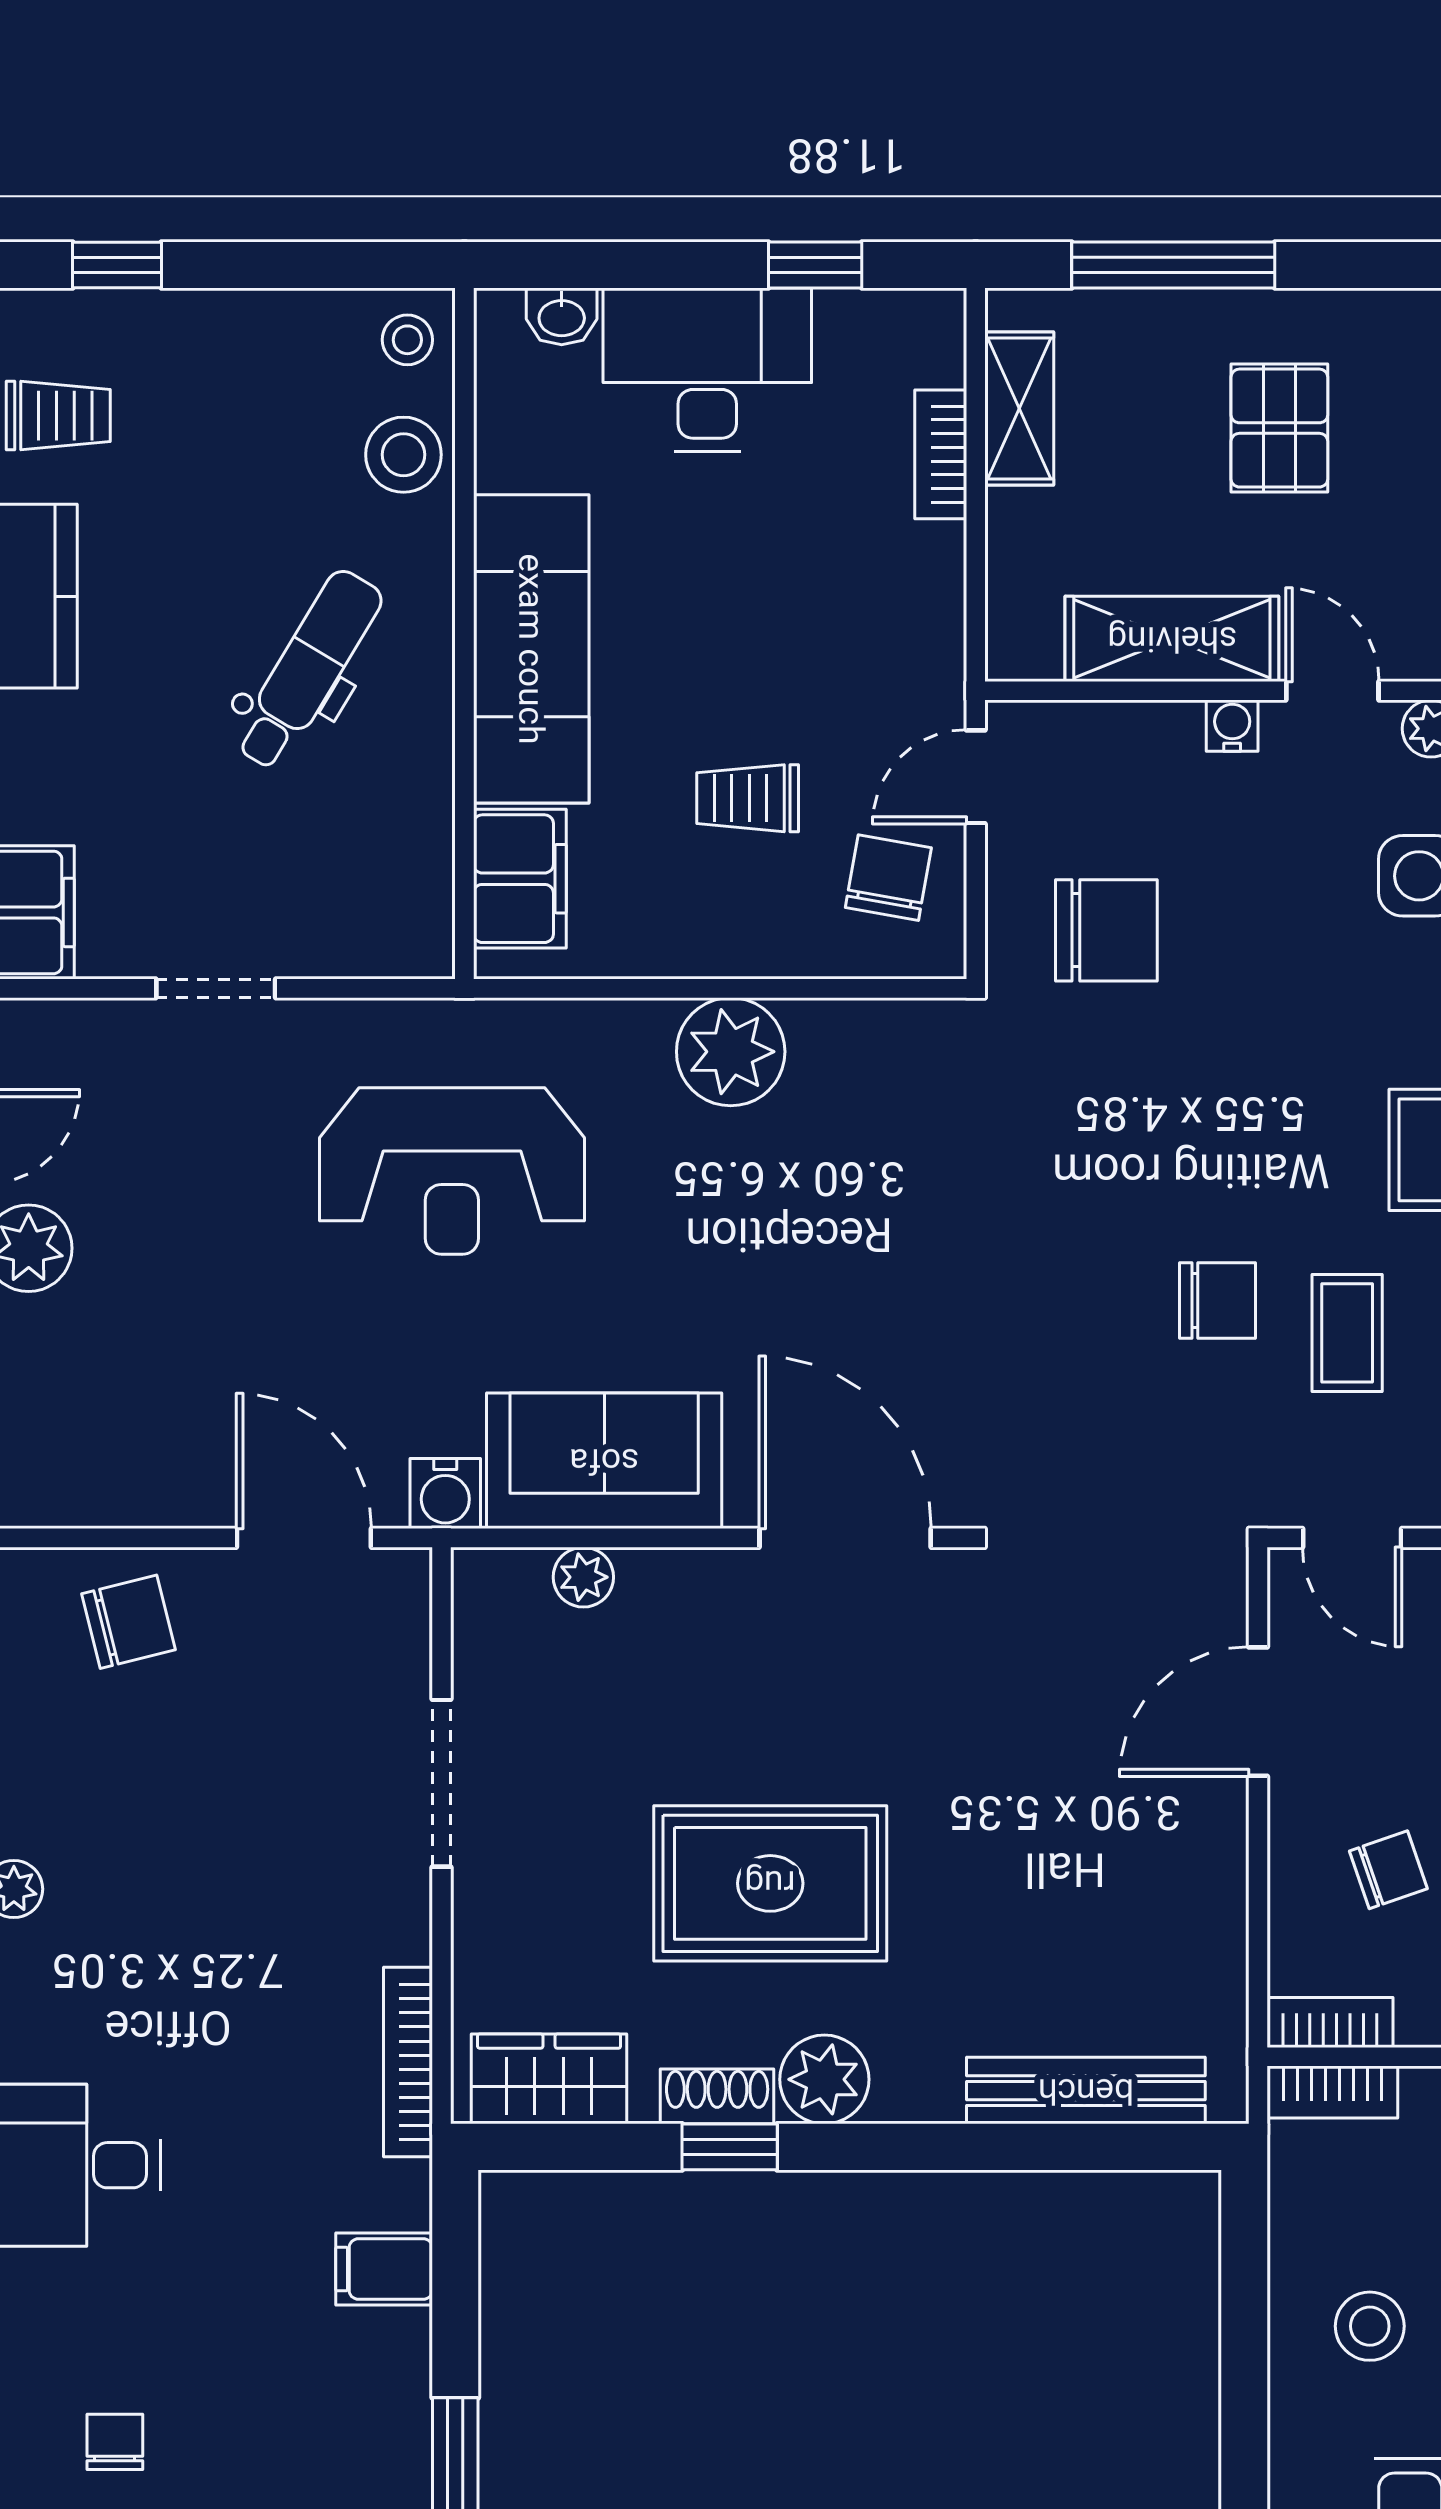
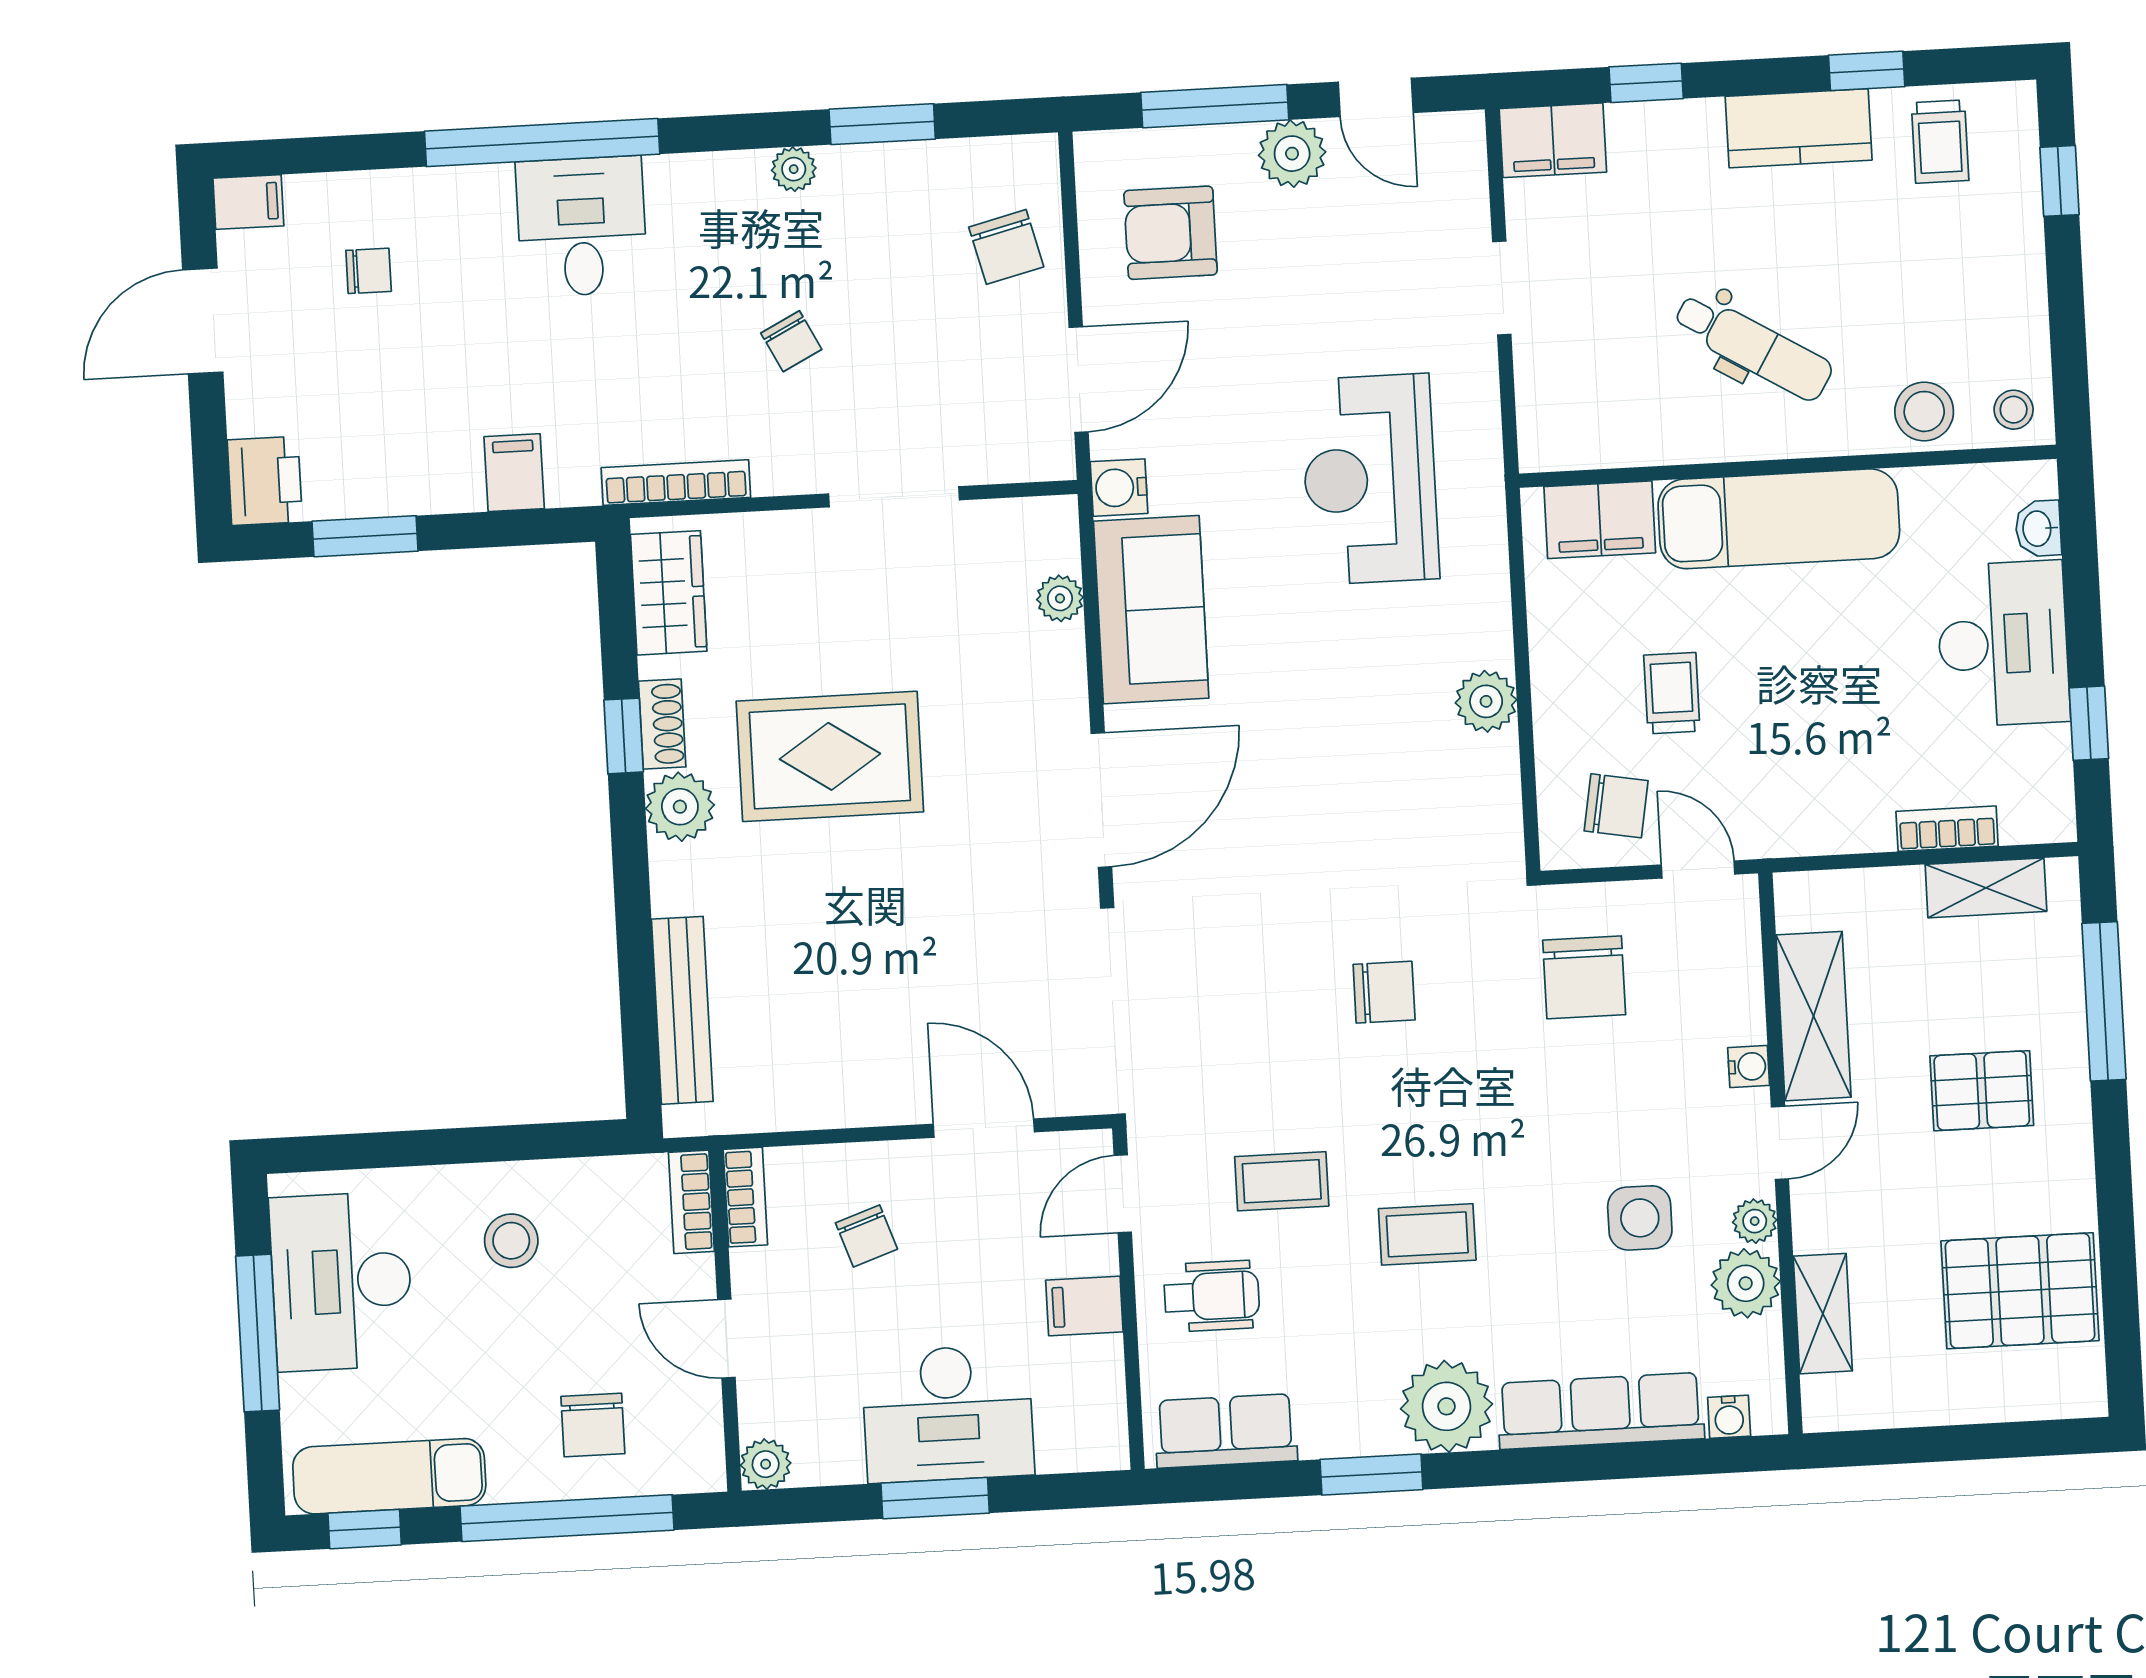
plant: (731, 1052) -> (1486, 701), width x0.73, depth x0.73
chair: (1218, 1301) -> (1384, 992), moved, turned -90
armchair: (122, 1410) -> (1171, 233), added
rug: (770, 1883) -> (830, 756), turned 90
chair: (235, 1904) -> (791, 341), added

